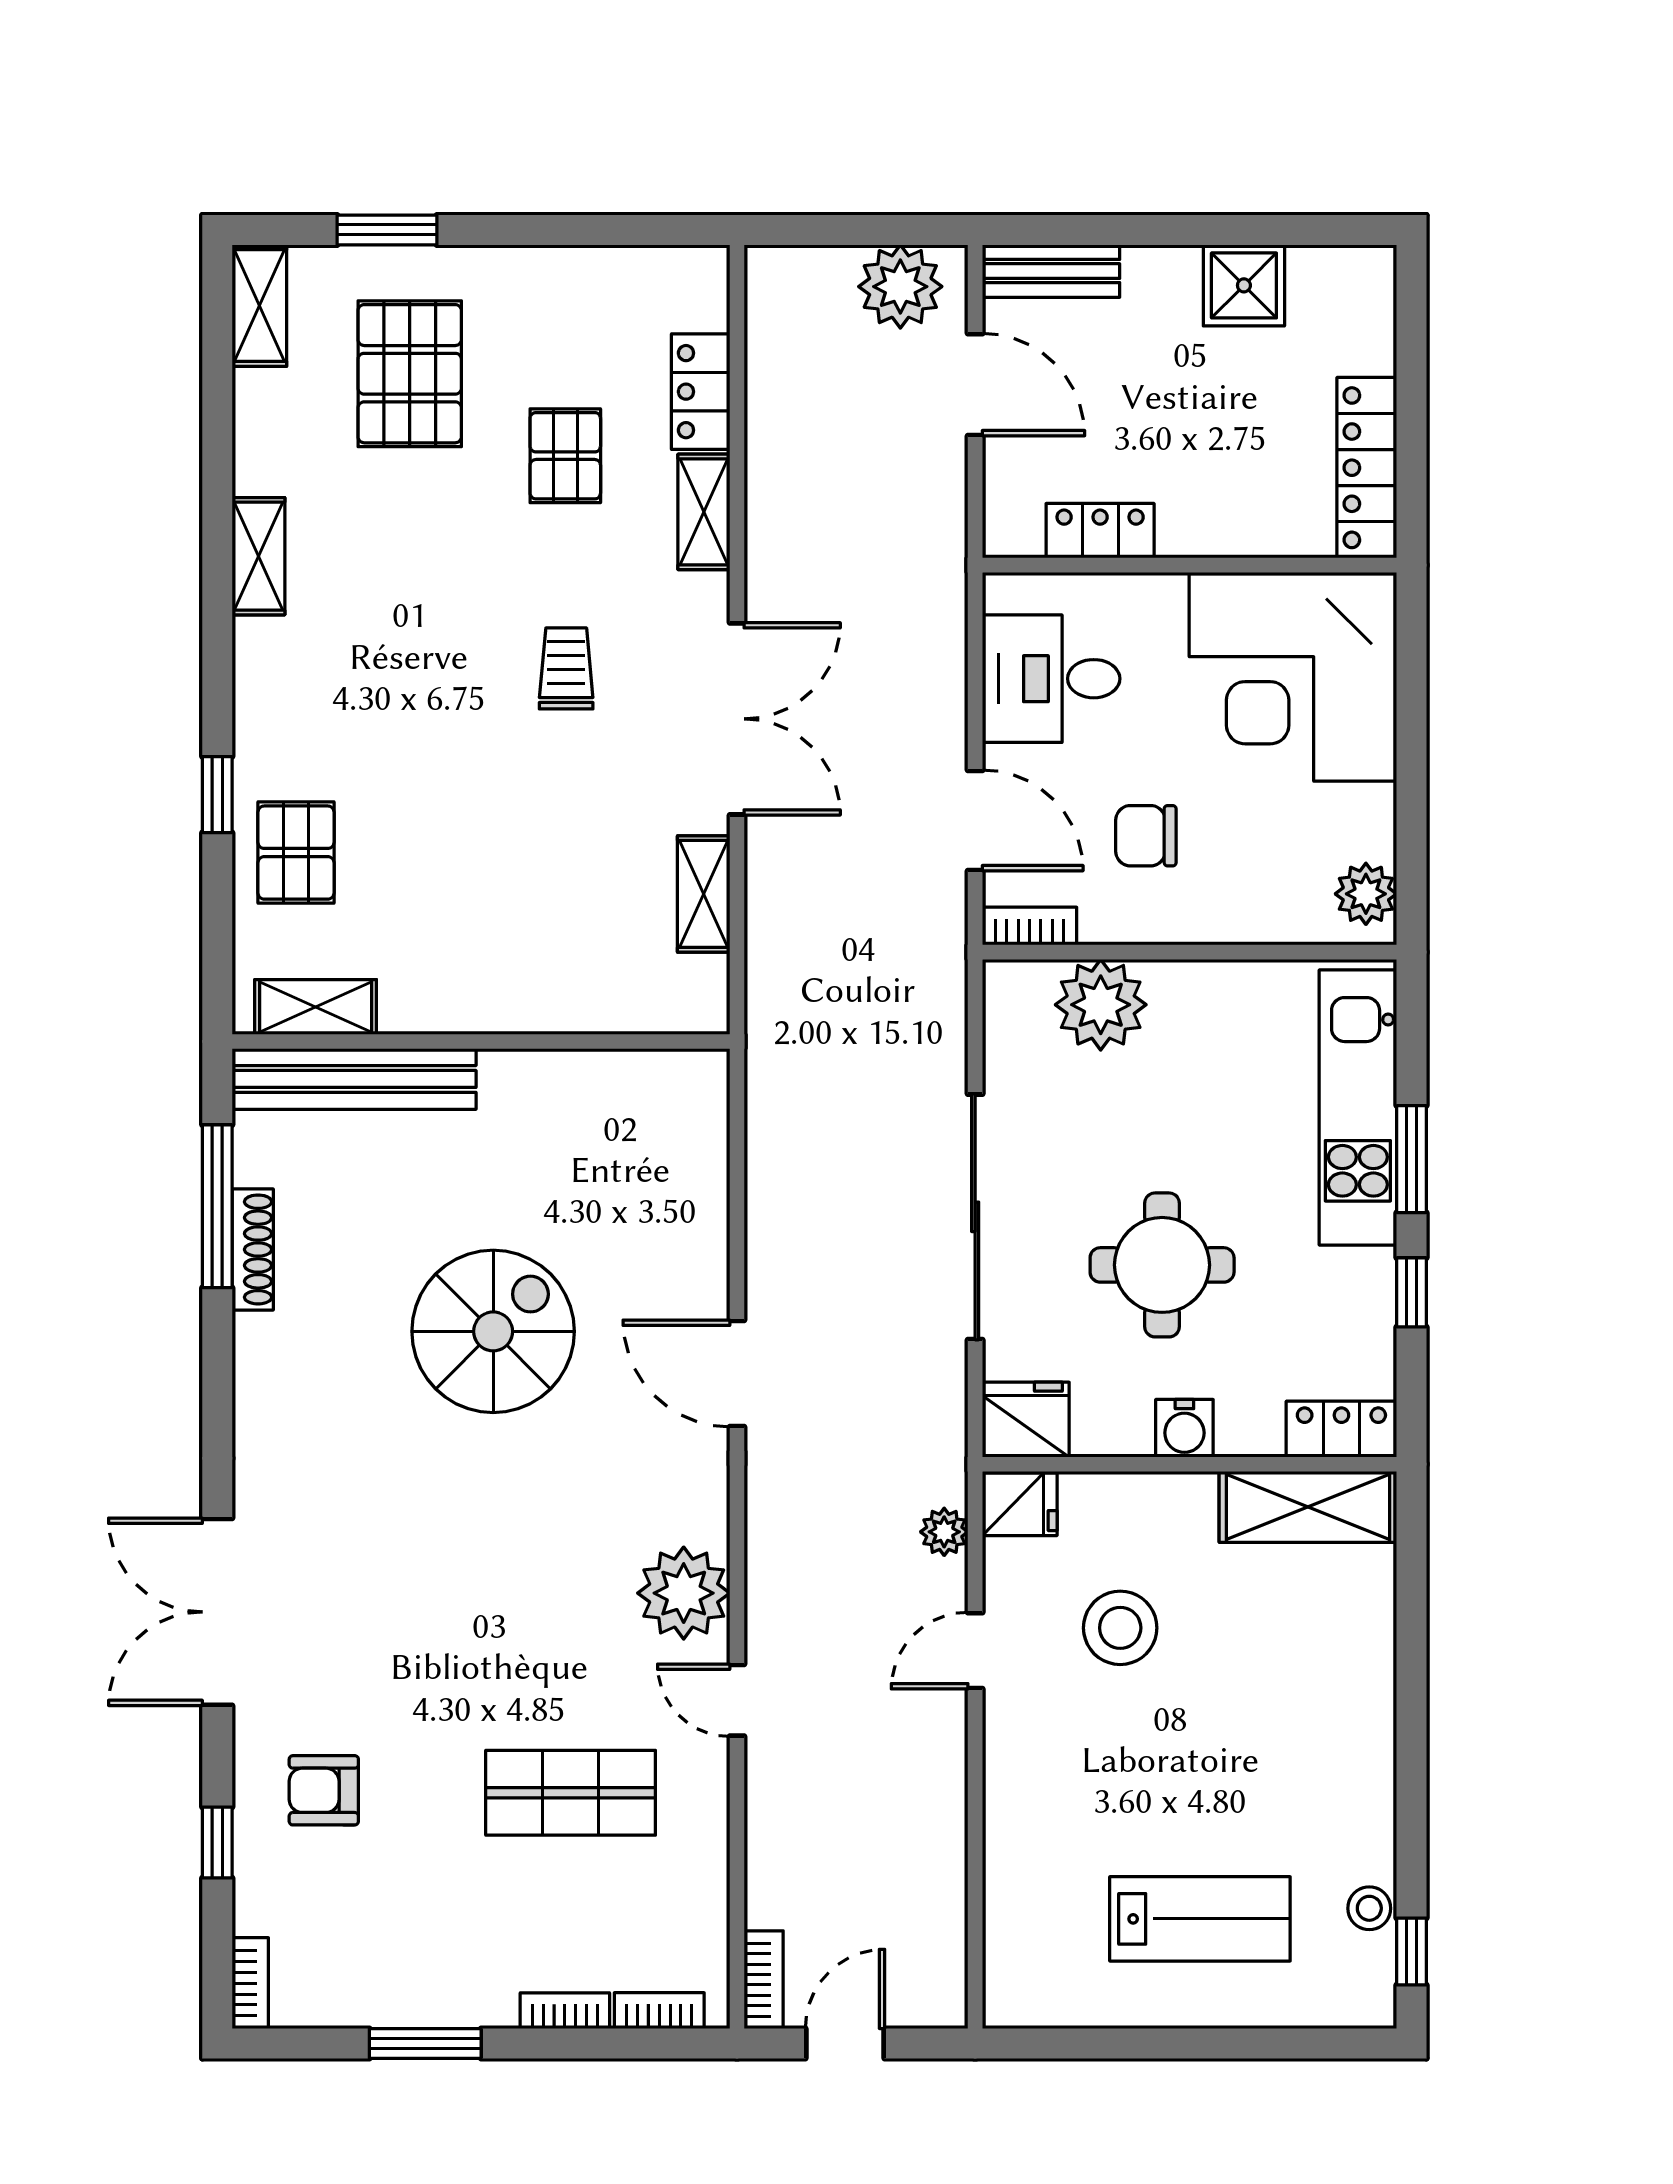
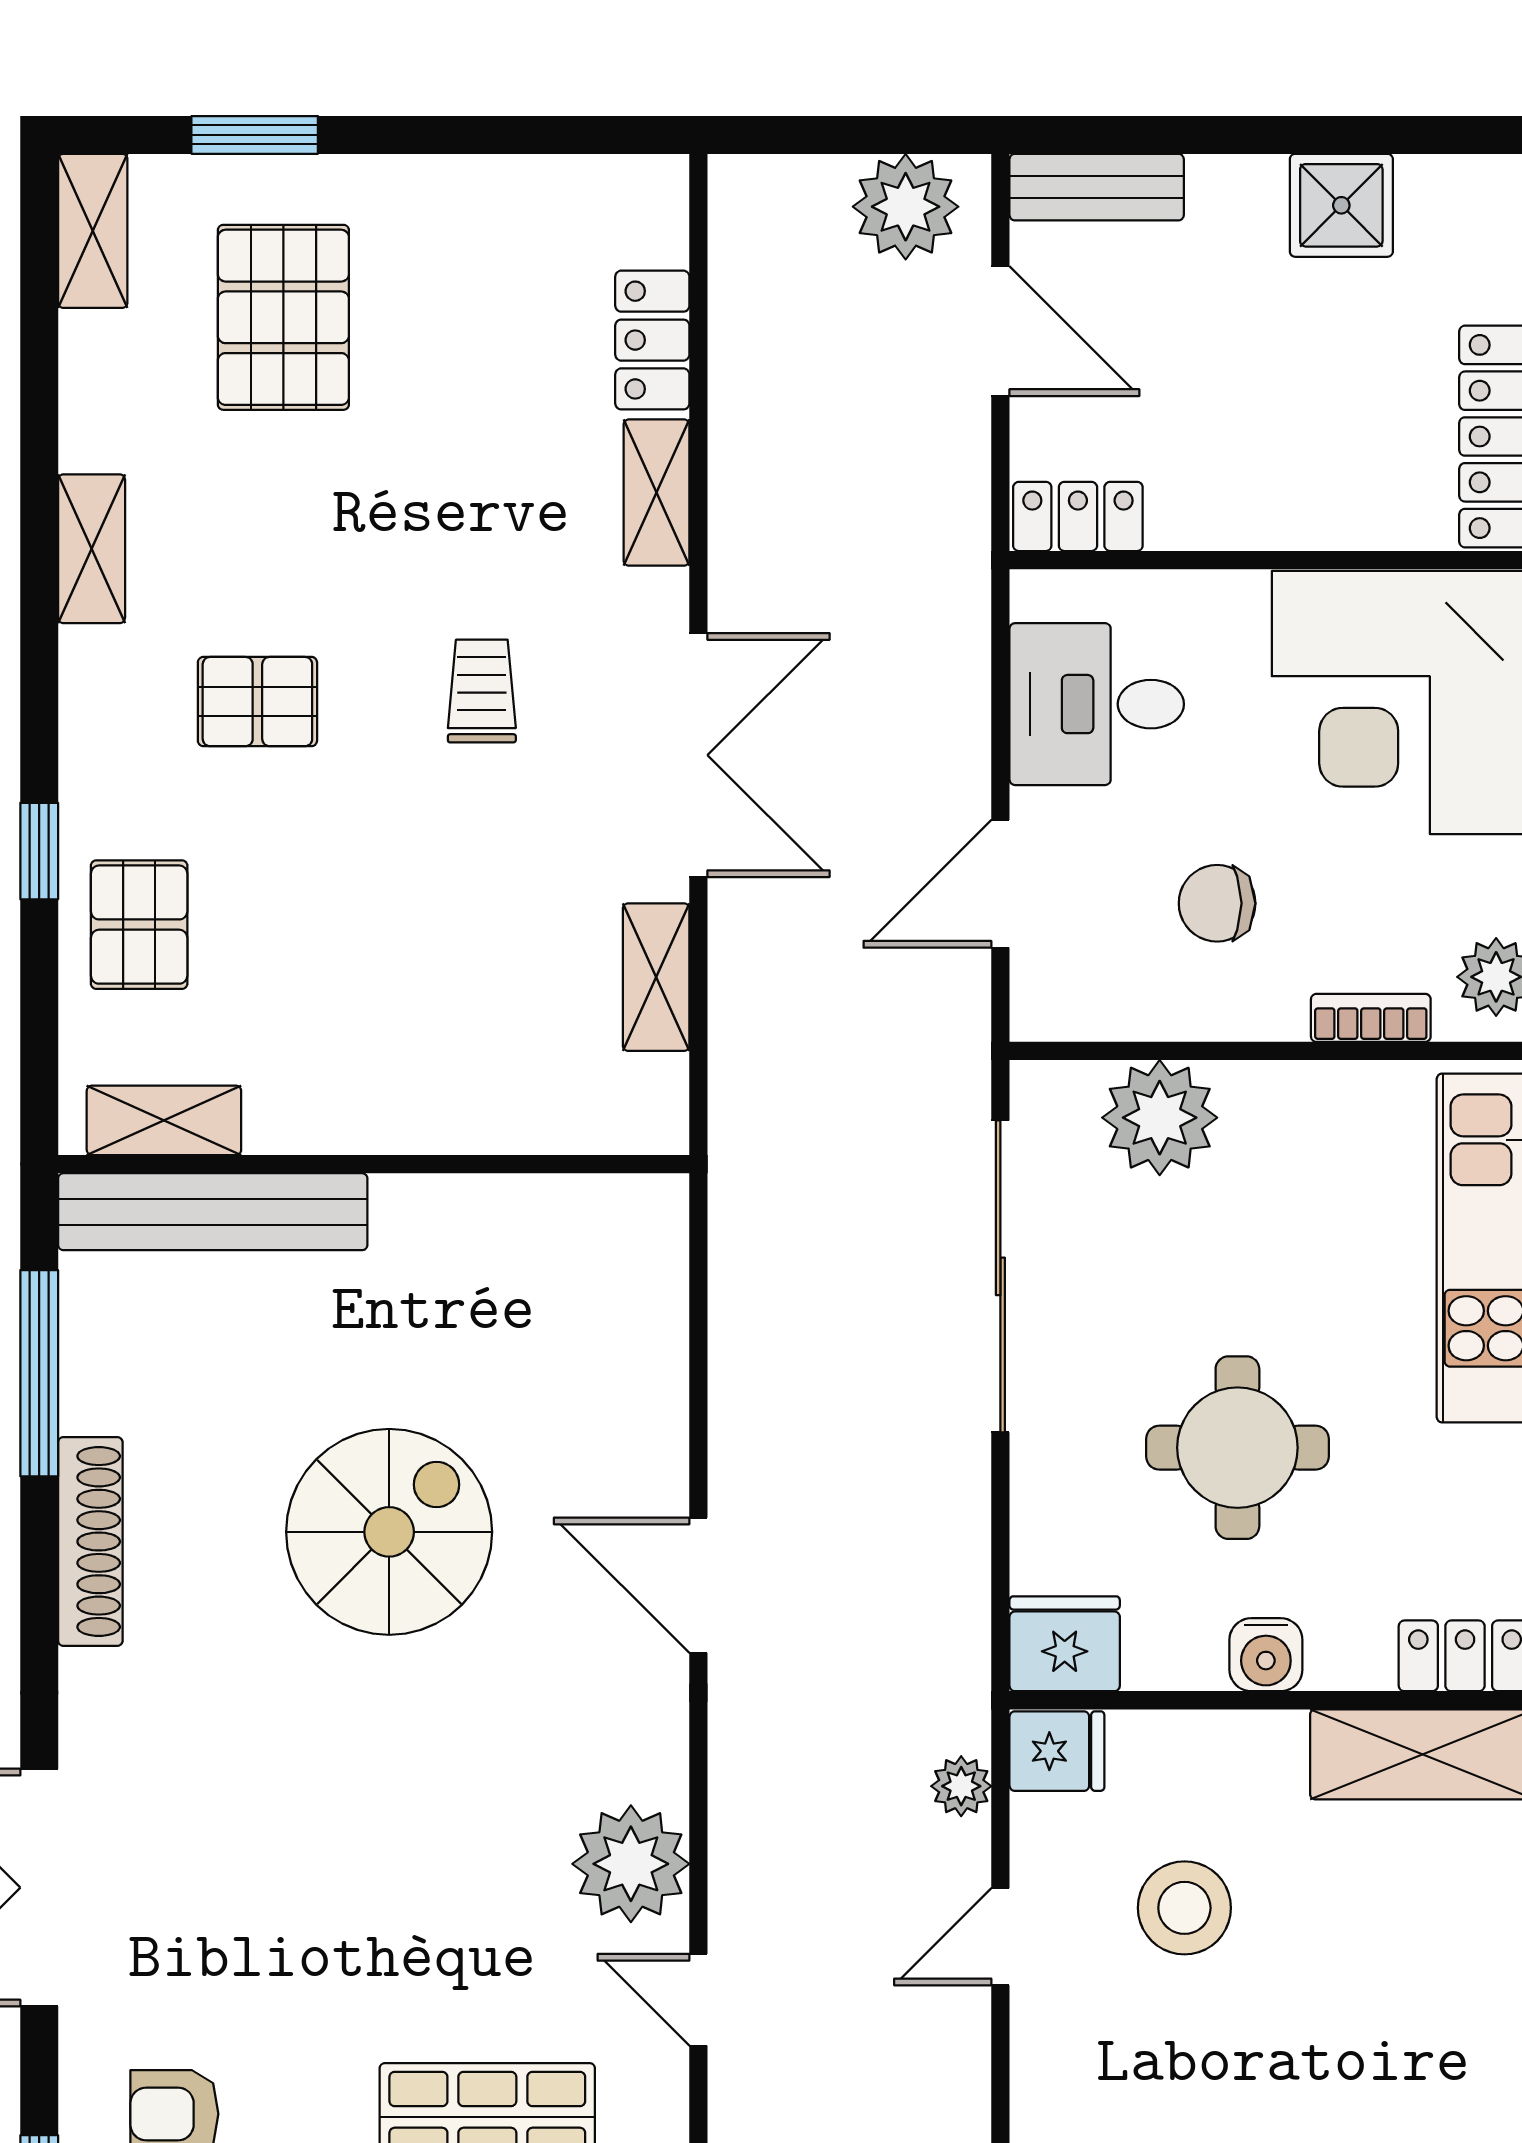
pallet: (565, 456) -> (257, 702), moved, turned 90
locker: (1100, 531) -> (1078, 516), moved
door: (975, 820) -> (1000, 884), swing flipped
bookcase: (1029, 926) -> (1371, 1018), moved
sliding door: (975, 1217) -> (1000, 1276), moved
shoe rack: (253, 1249) -> (90, 1542), moved, width x1.36, depth x1.24

